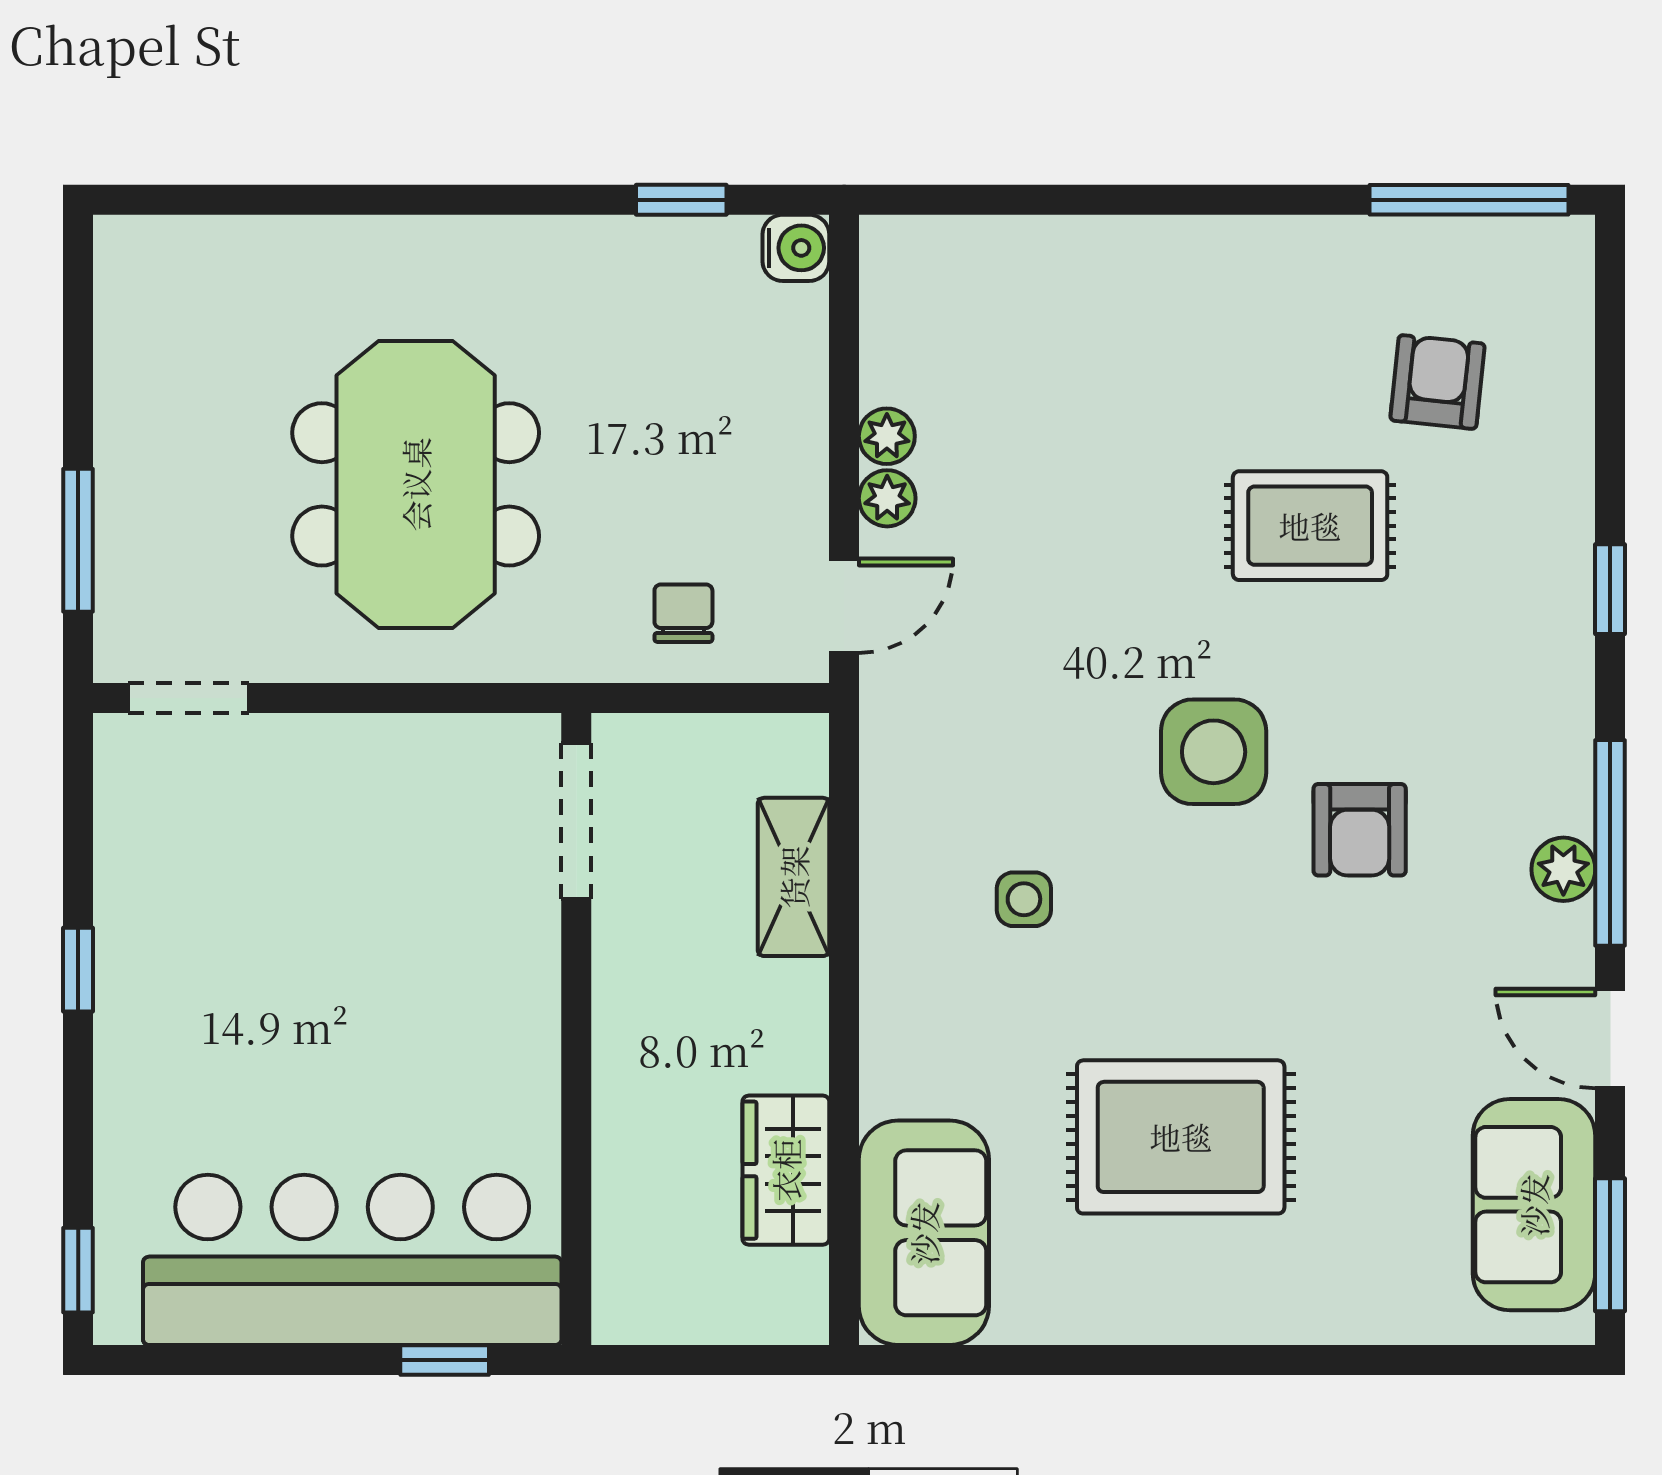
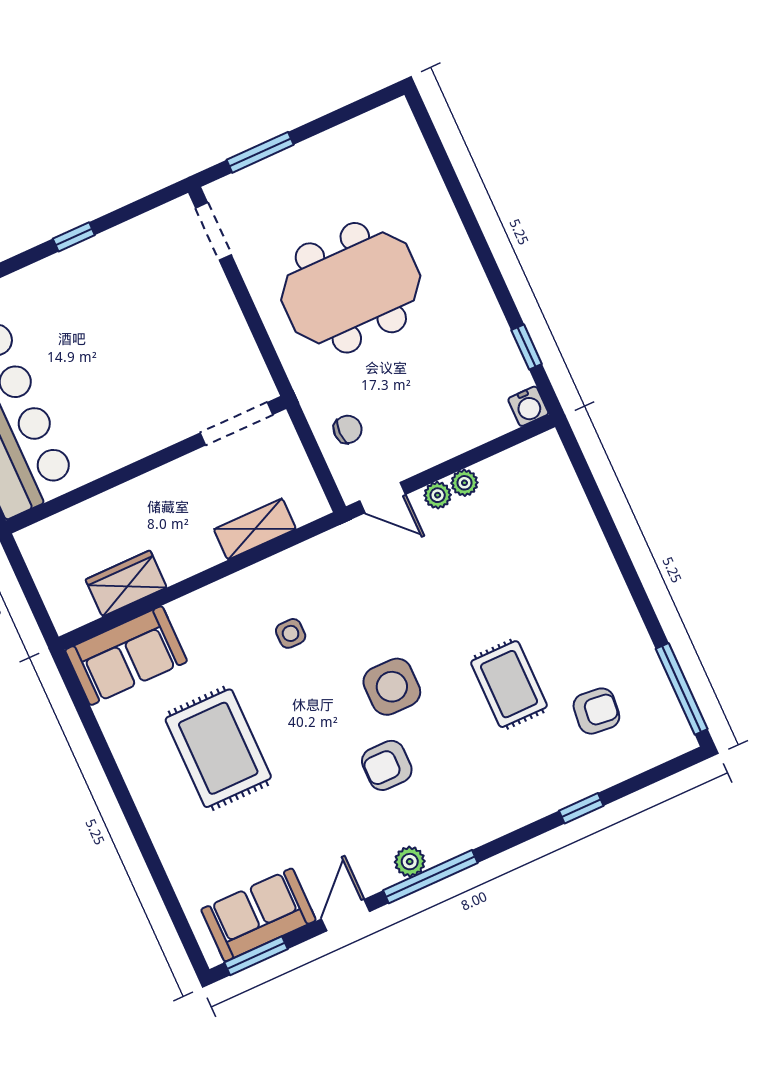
window: (1610, 589) -> (581, 808), moved

